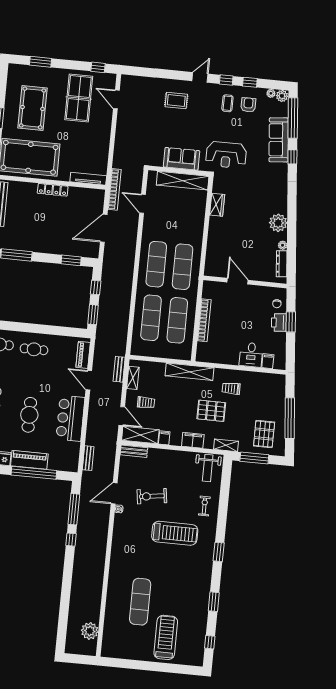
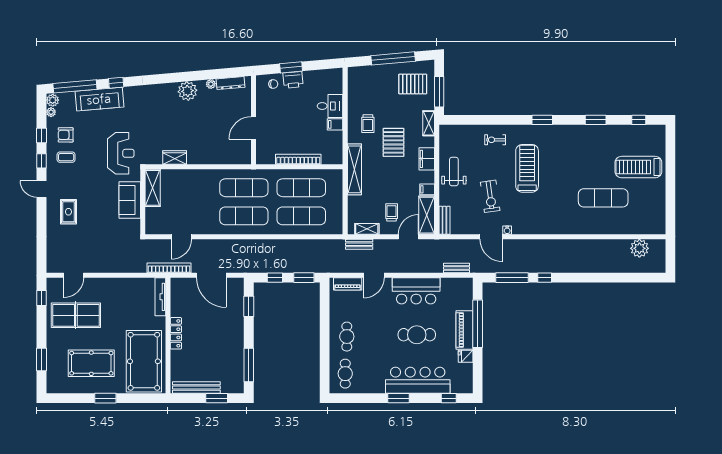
shelving: (183, 181) -> (153, 188), width x0.68
filing cabinet: (268, 361) -> (335, 124), moved
weight bench: (208, 468) -> (454, 172), moved, turned -90

